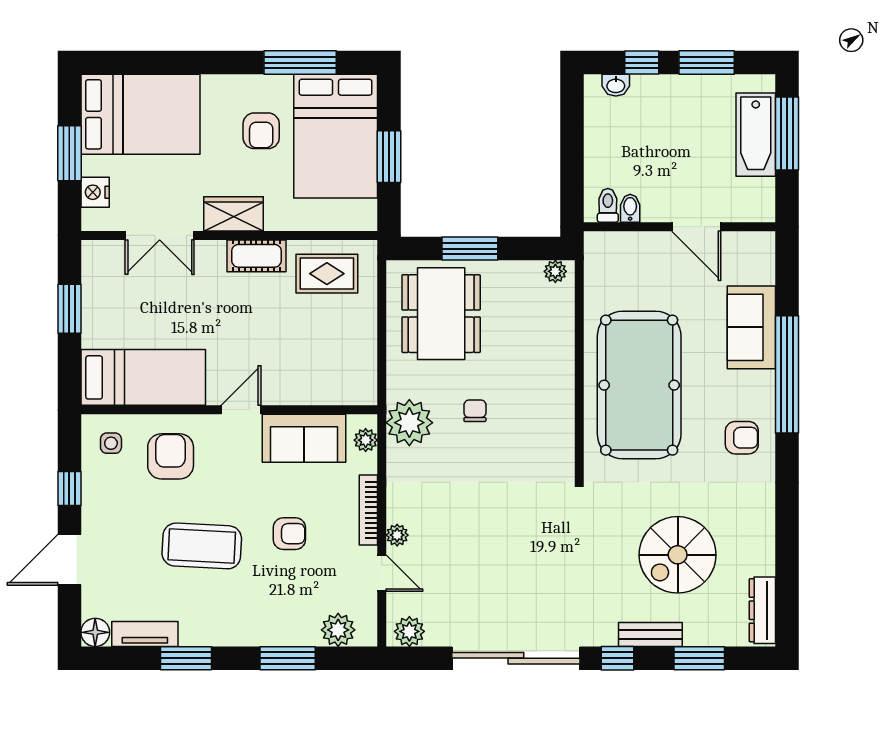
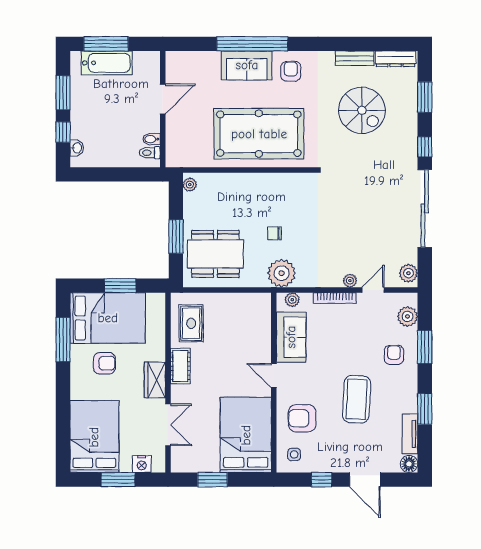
sofa: (751, 327) -> (247, 65), moved
bed: (143, 377) -> (246, 435), width x1.50
armchair: (289, 534) -> (394, 355), moved
bench: (650, 634) -> (355, 58), moved, turned 90

